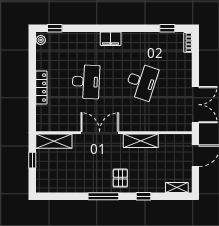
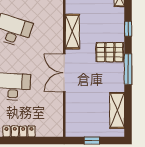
shelving: (54, 141) -> (117, 110), moved
pallet: (120, 178) -> (110, 52), width x1.50, depth x1.42

